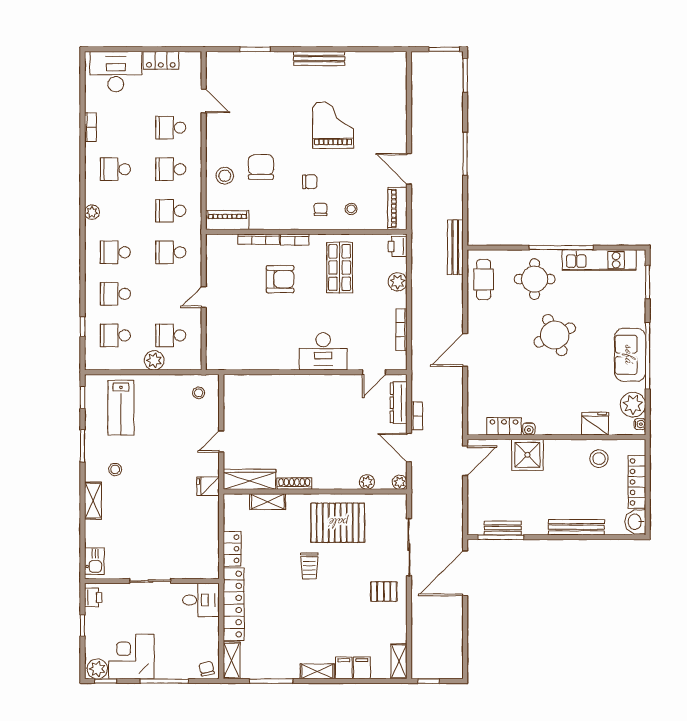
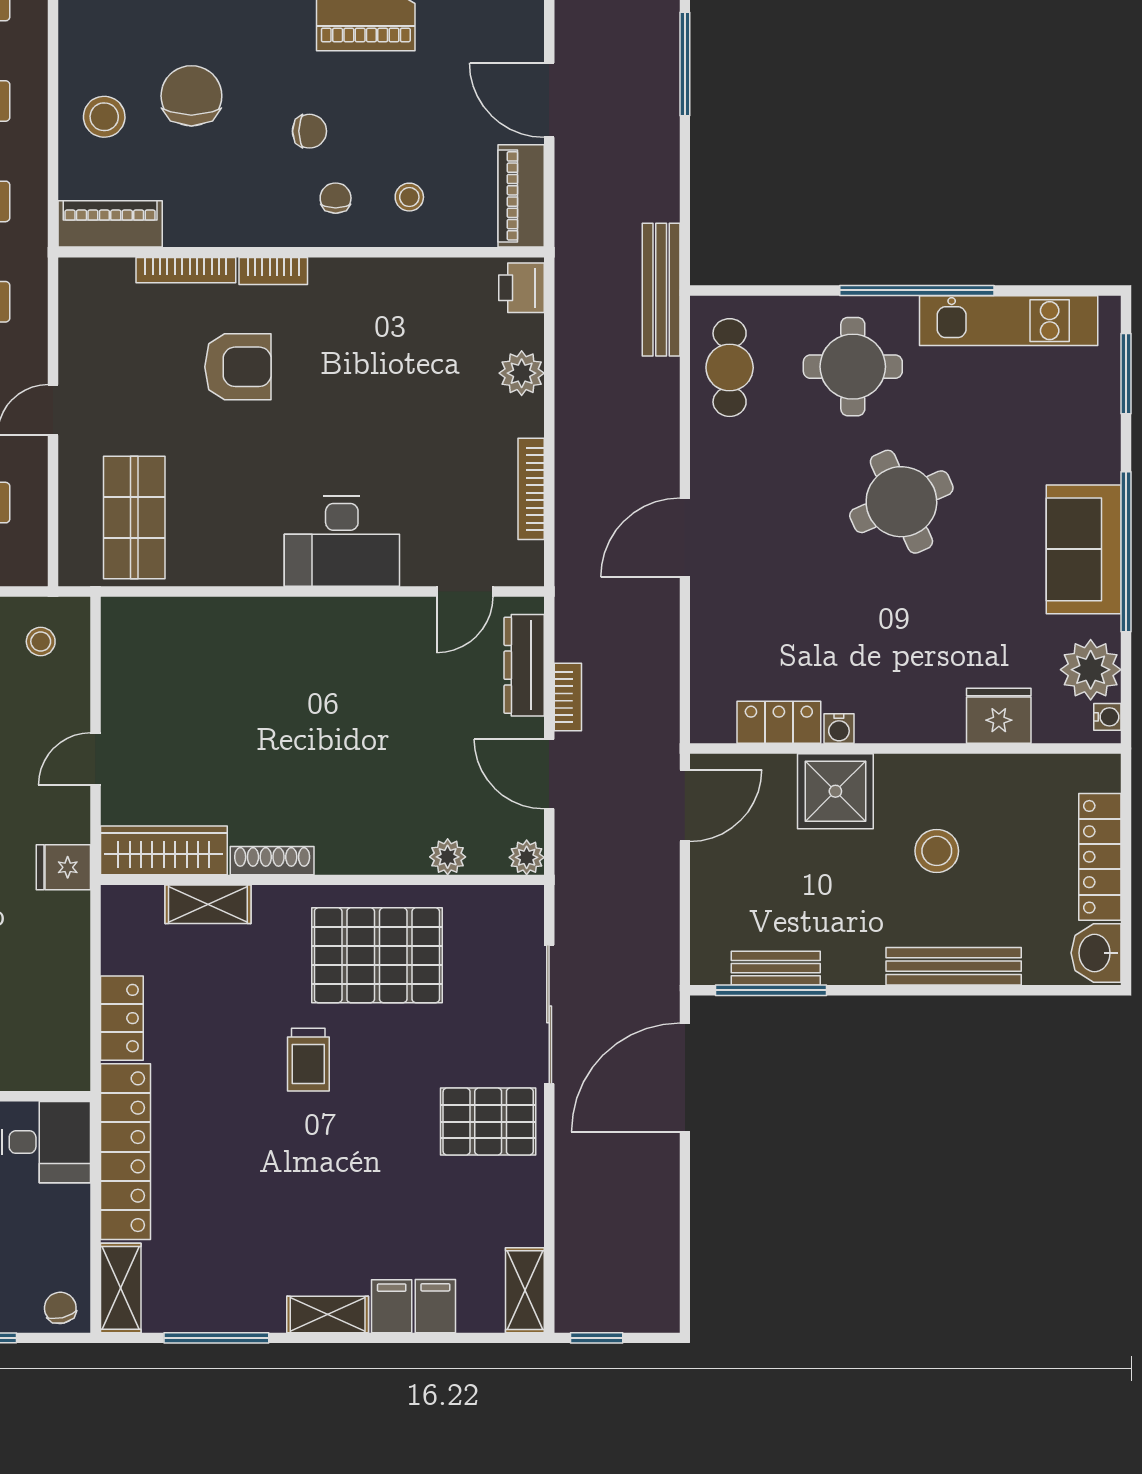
shop shelf: (340, 268) -> (134, 518), moved
stool: (599, 459) -> (937, 851), moved
pallet: (384, 592) -> (488, 1122), width x1.50, depth x1.42

